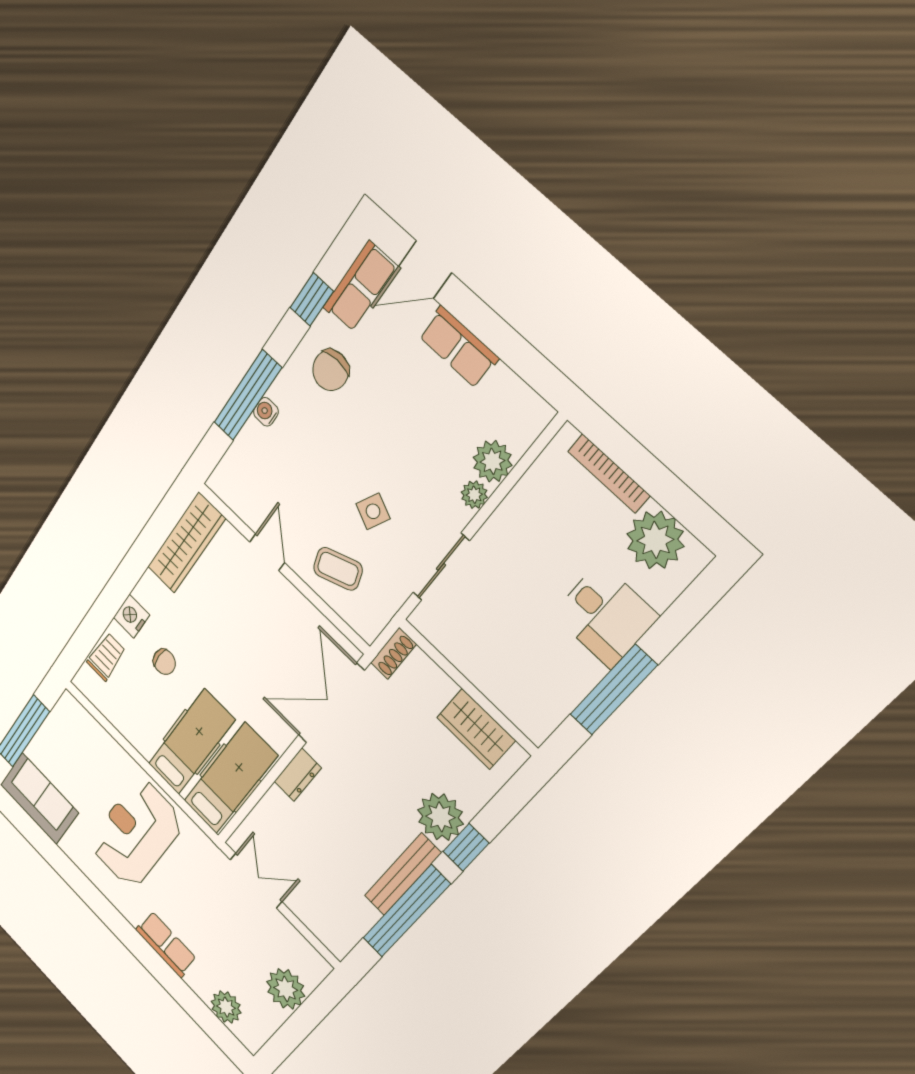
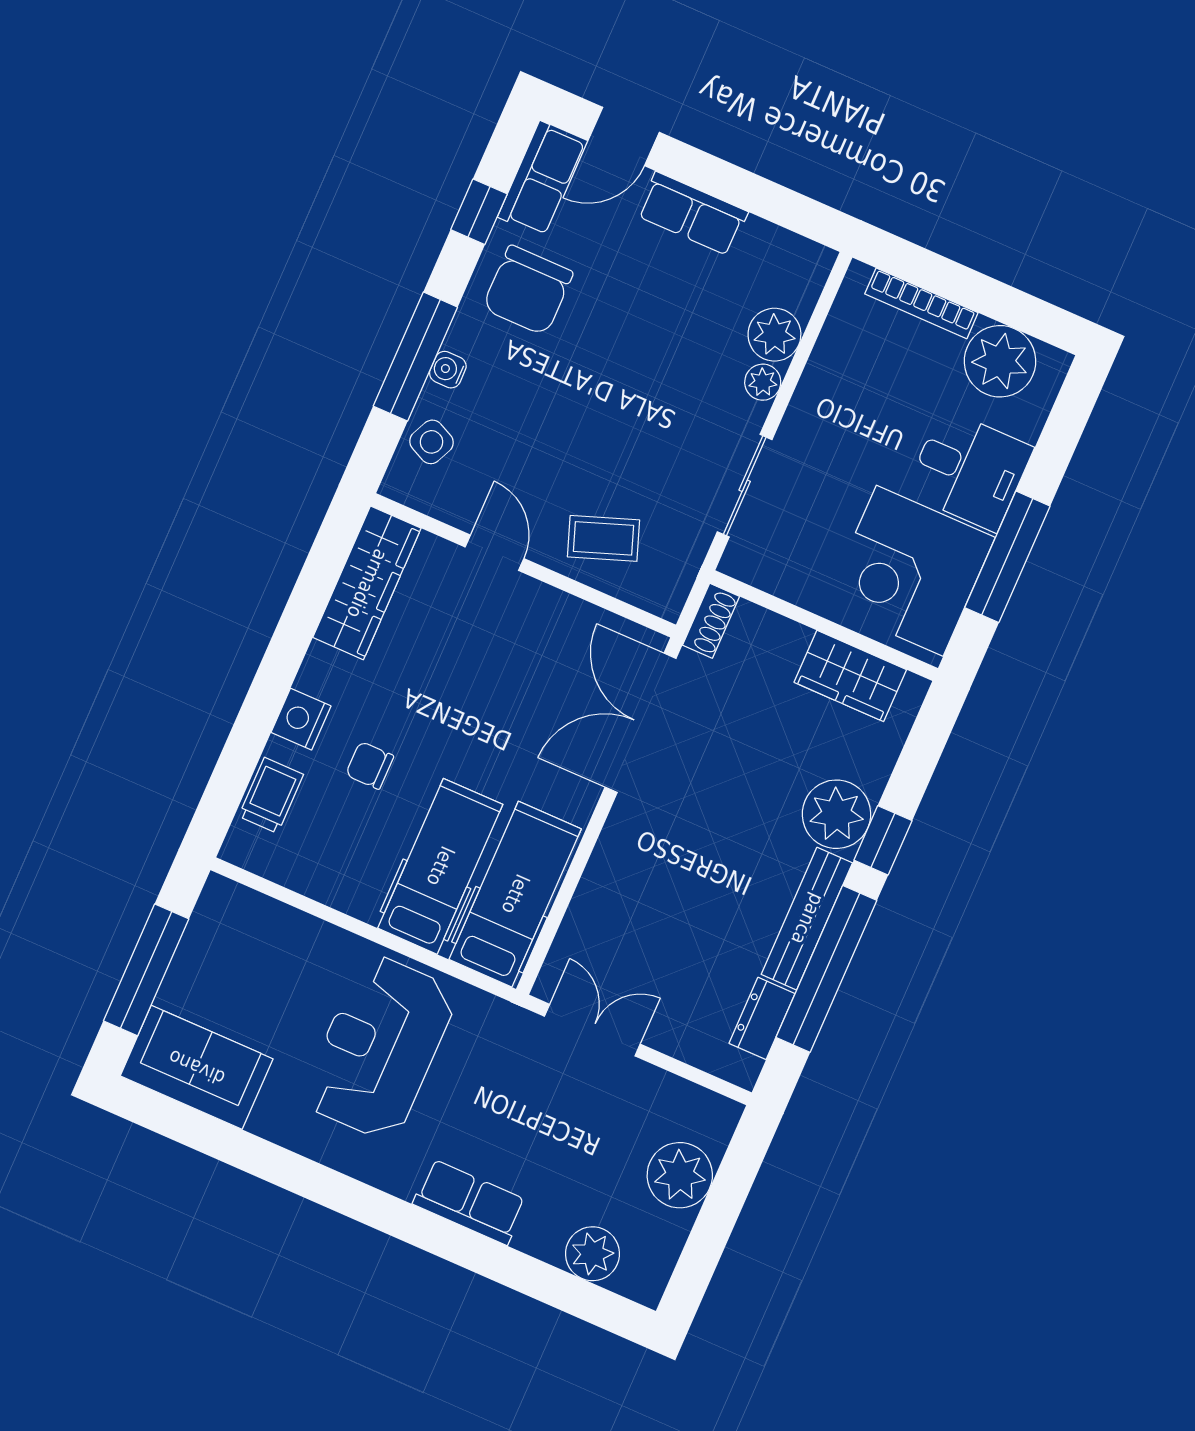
chair: (331, 370) -> (528, 290), width x1.37, depth x1.37
side table: (373, 511) -> (432, 442), moved
chair: (164, 662) -> (370, 765), turned 180
corner desk: (539, 672) -> (910, 571), added
dresser: (298, 775) -> (762, 1018), moved, turned 180

